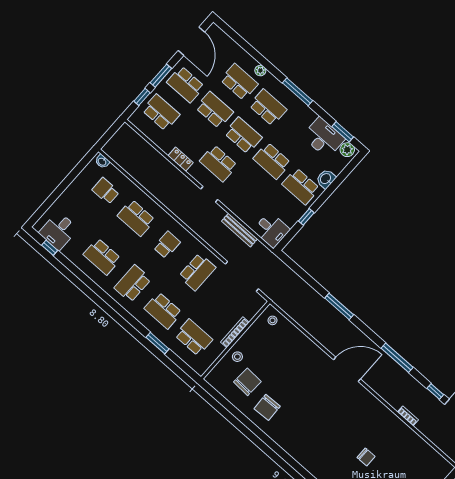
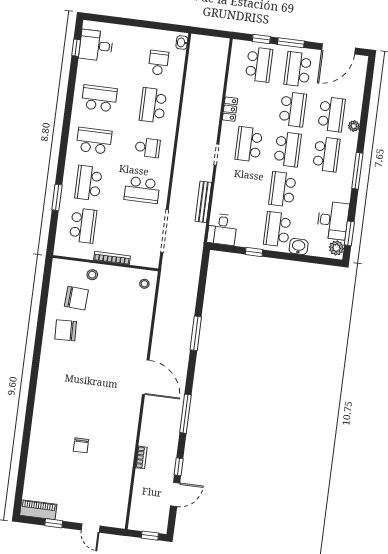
school desk: (102, 257) -> (99, 98), turned 90

